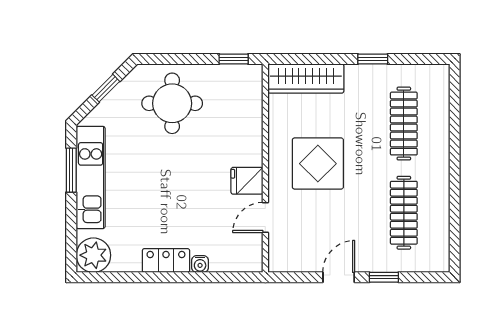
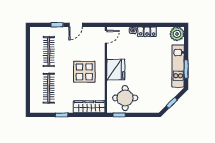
round table: (172, 103) -> (125, 98), moved
fridge: (247, 181) -> (116, 70), width x1.88, depth x1.34
door: (265, 217) -> (106, 37), moved

